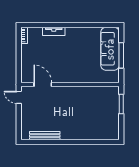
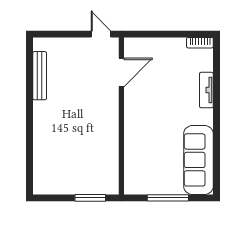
sofa: (110, 49) -> (198, 160), moved, turned -90
door: (19, 97) -> (101, 34), hinge flipped

